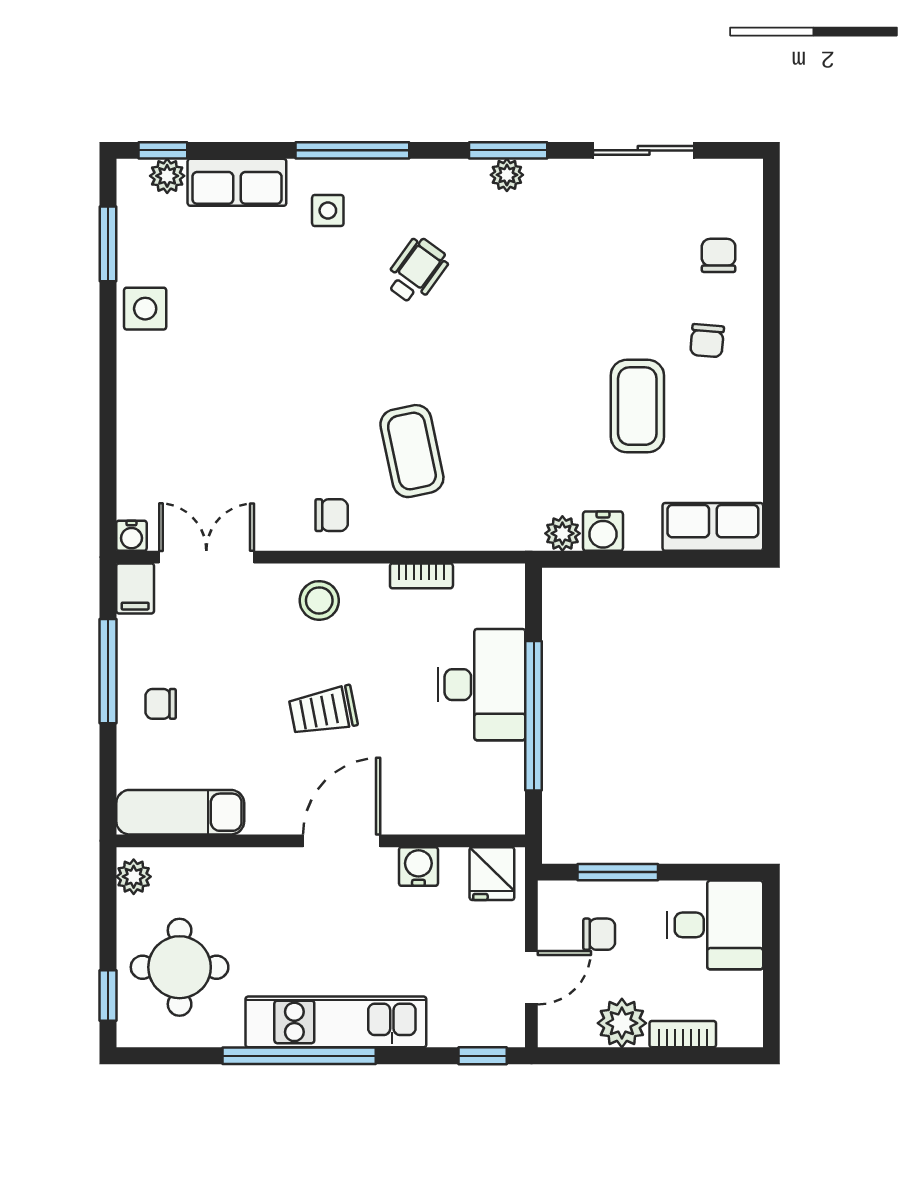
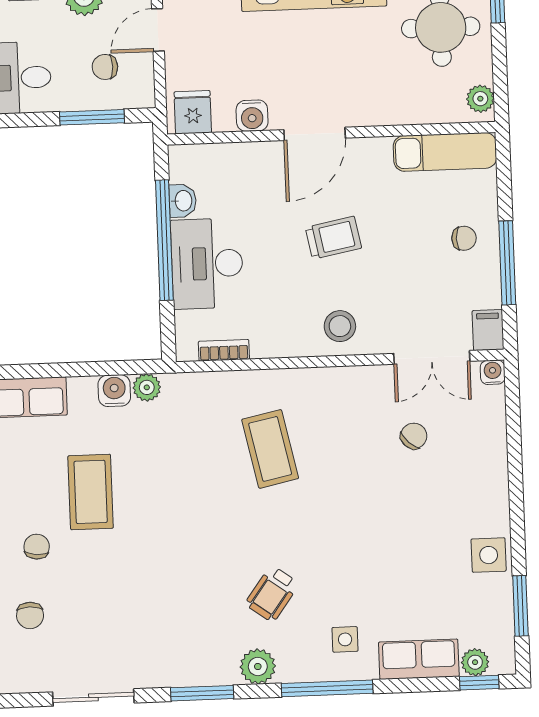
plant: (507, 175) -> (258, 666), moved, width x1.38, depth x1.38
chair: (332, 515) -> (414, 436), moved, turned 133
bookcase: (421, 576) -> (224, 350), moved
washbasin: (509, 764) -> (183, 201), added

